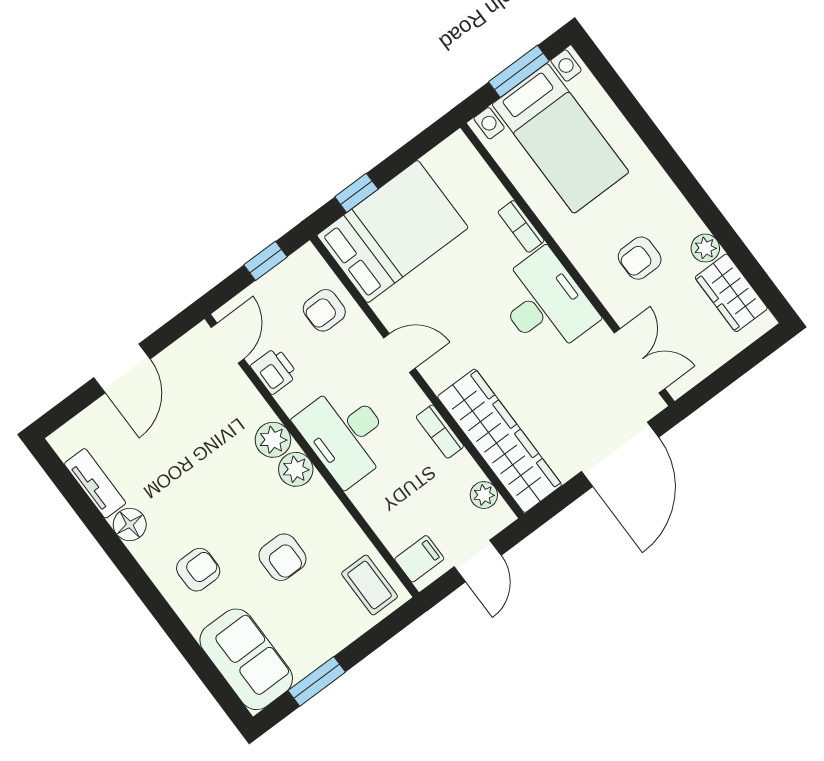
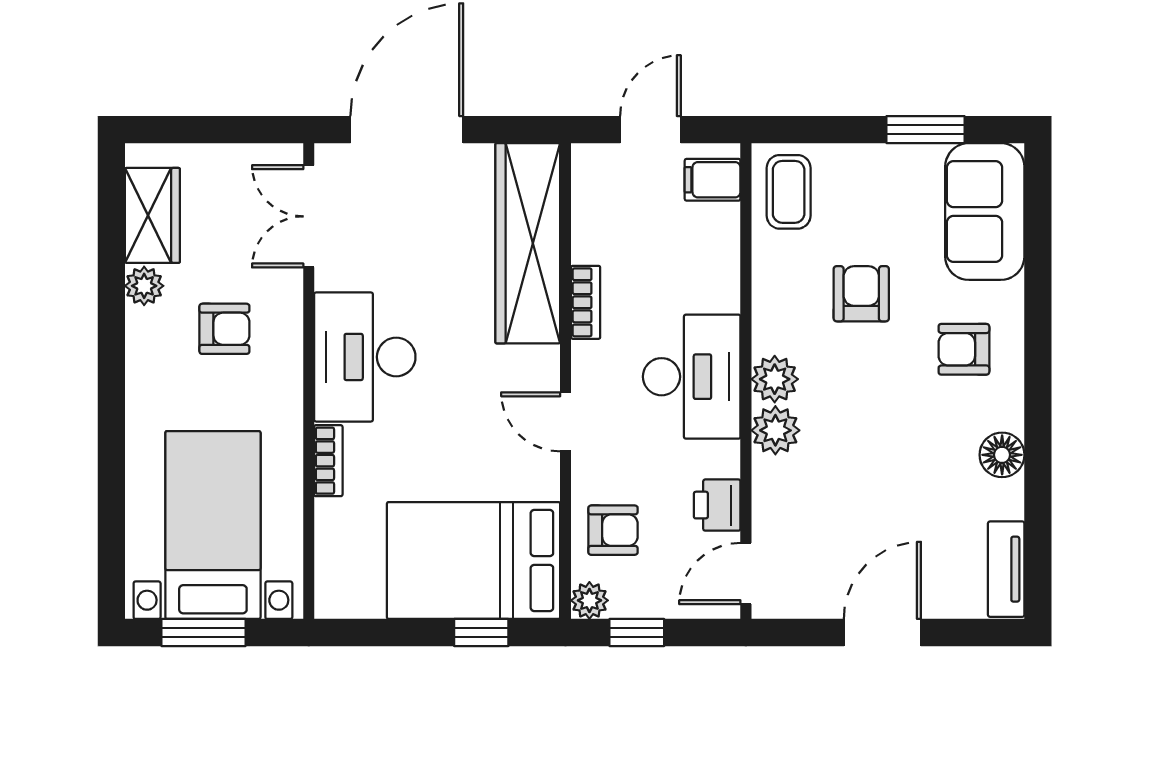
tv unit: (95, 483) -> (1006, 569), moved
plant: (484, 495) -> (589, 600), moved

